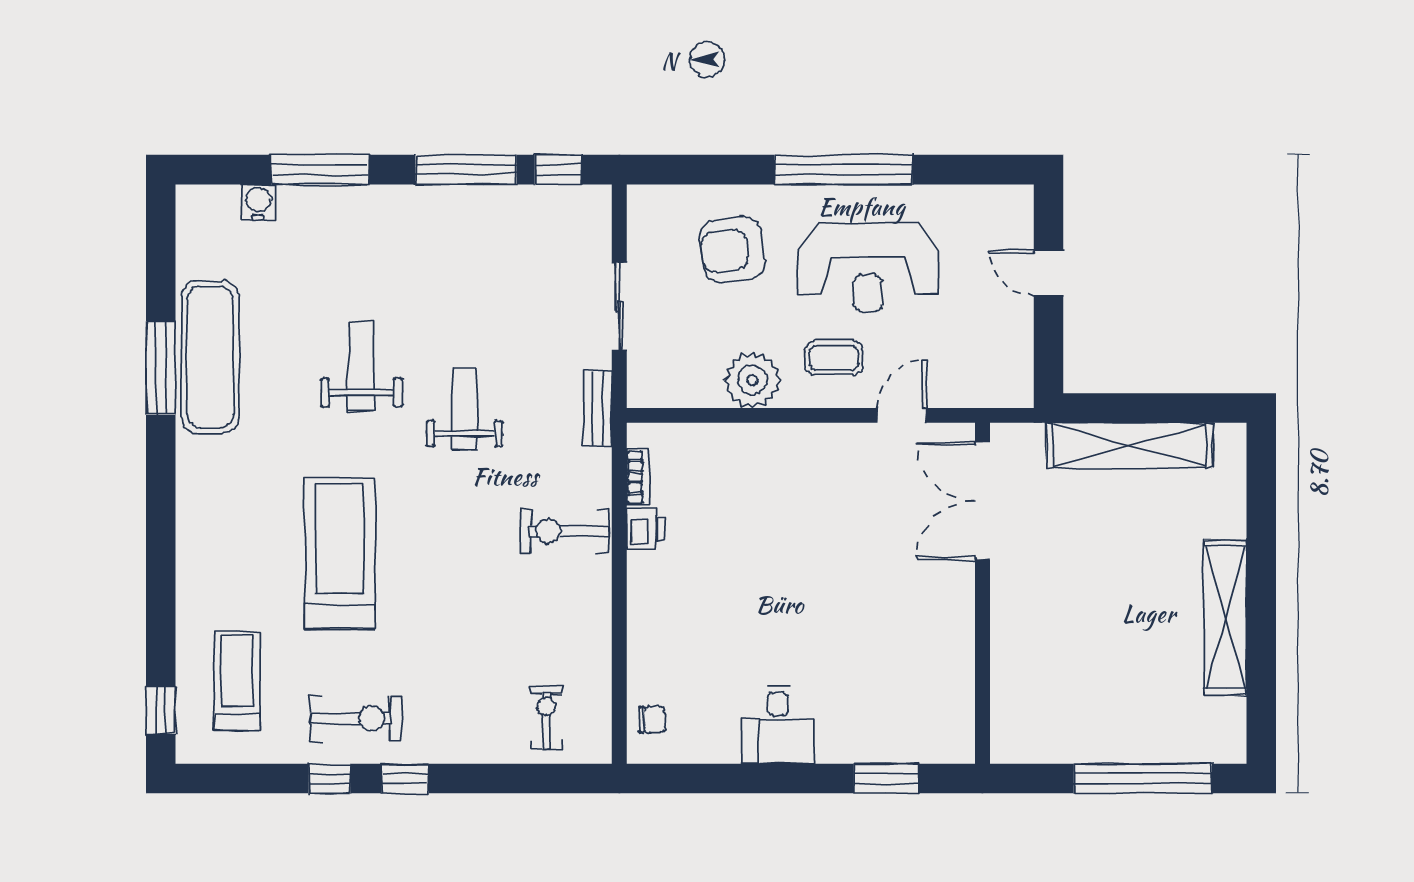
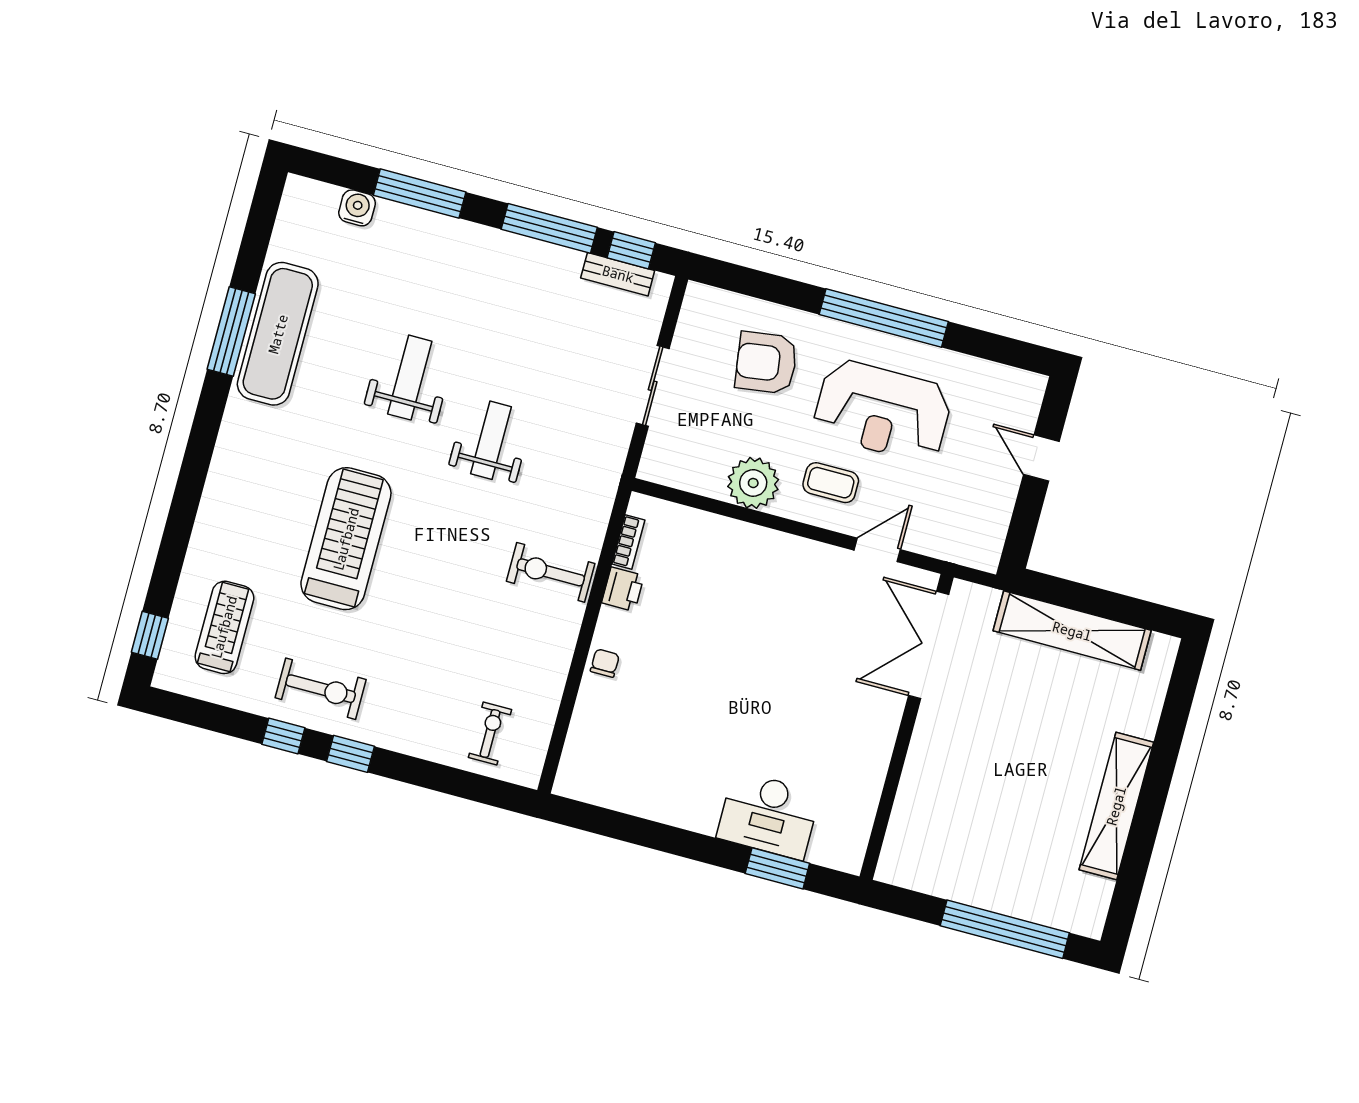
bench: (598, 408) -> (618, 274), moved, turned 90
chair: (652, 720) -> (605, 663), moved, turned -90
desk: (778, 725) -> (768, 815), moved, width x1.37

